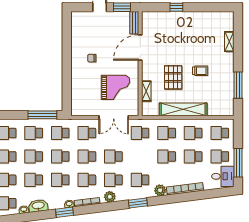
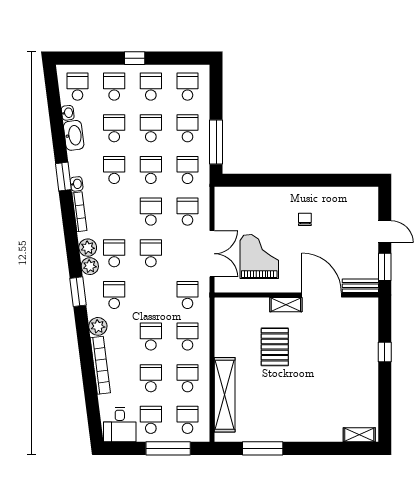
shelving: (229, 42) -> (359, 435), moved
trolley: (200, 71) -> (285, 389), removed
pallet: (173, 77) -> (275, 347), turned 90
grand piano: (115, 87) -> (259, 256), turned 180
shelving: (146, 91) -> (286, 305), moved
shelving: (183, 109) -> (225, 395), moved
double door: (114, 117) -> (212, 254), swing flipped
window: (238, 163) -> (168, 448), moved
school desk: (87, 180) -> (114, 212), removed
plant: (122, 195) -> (90, 266), added

